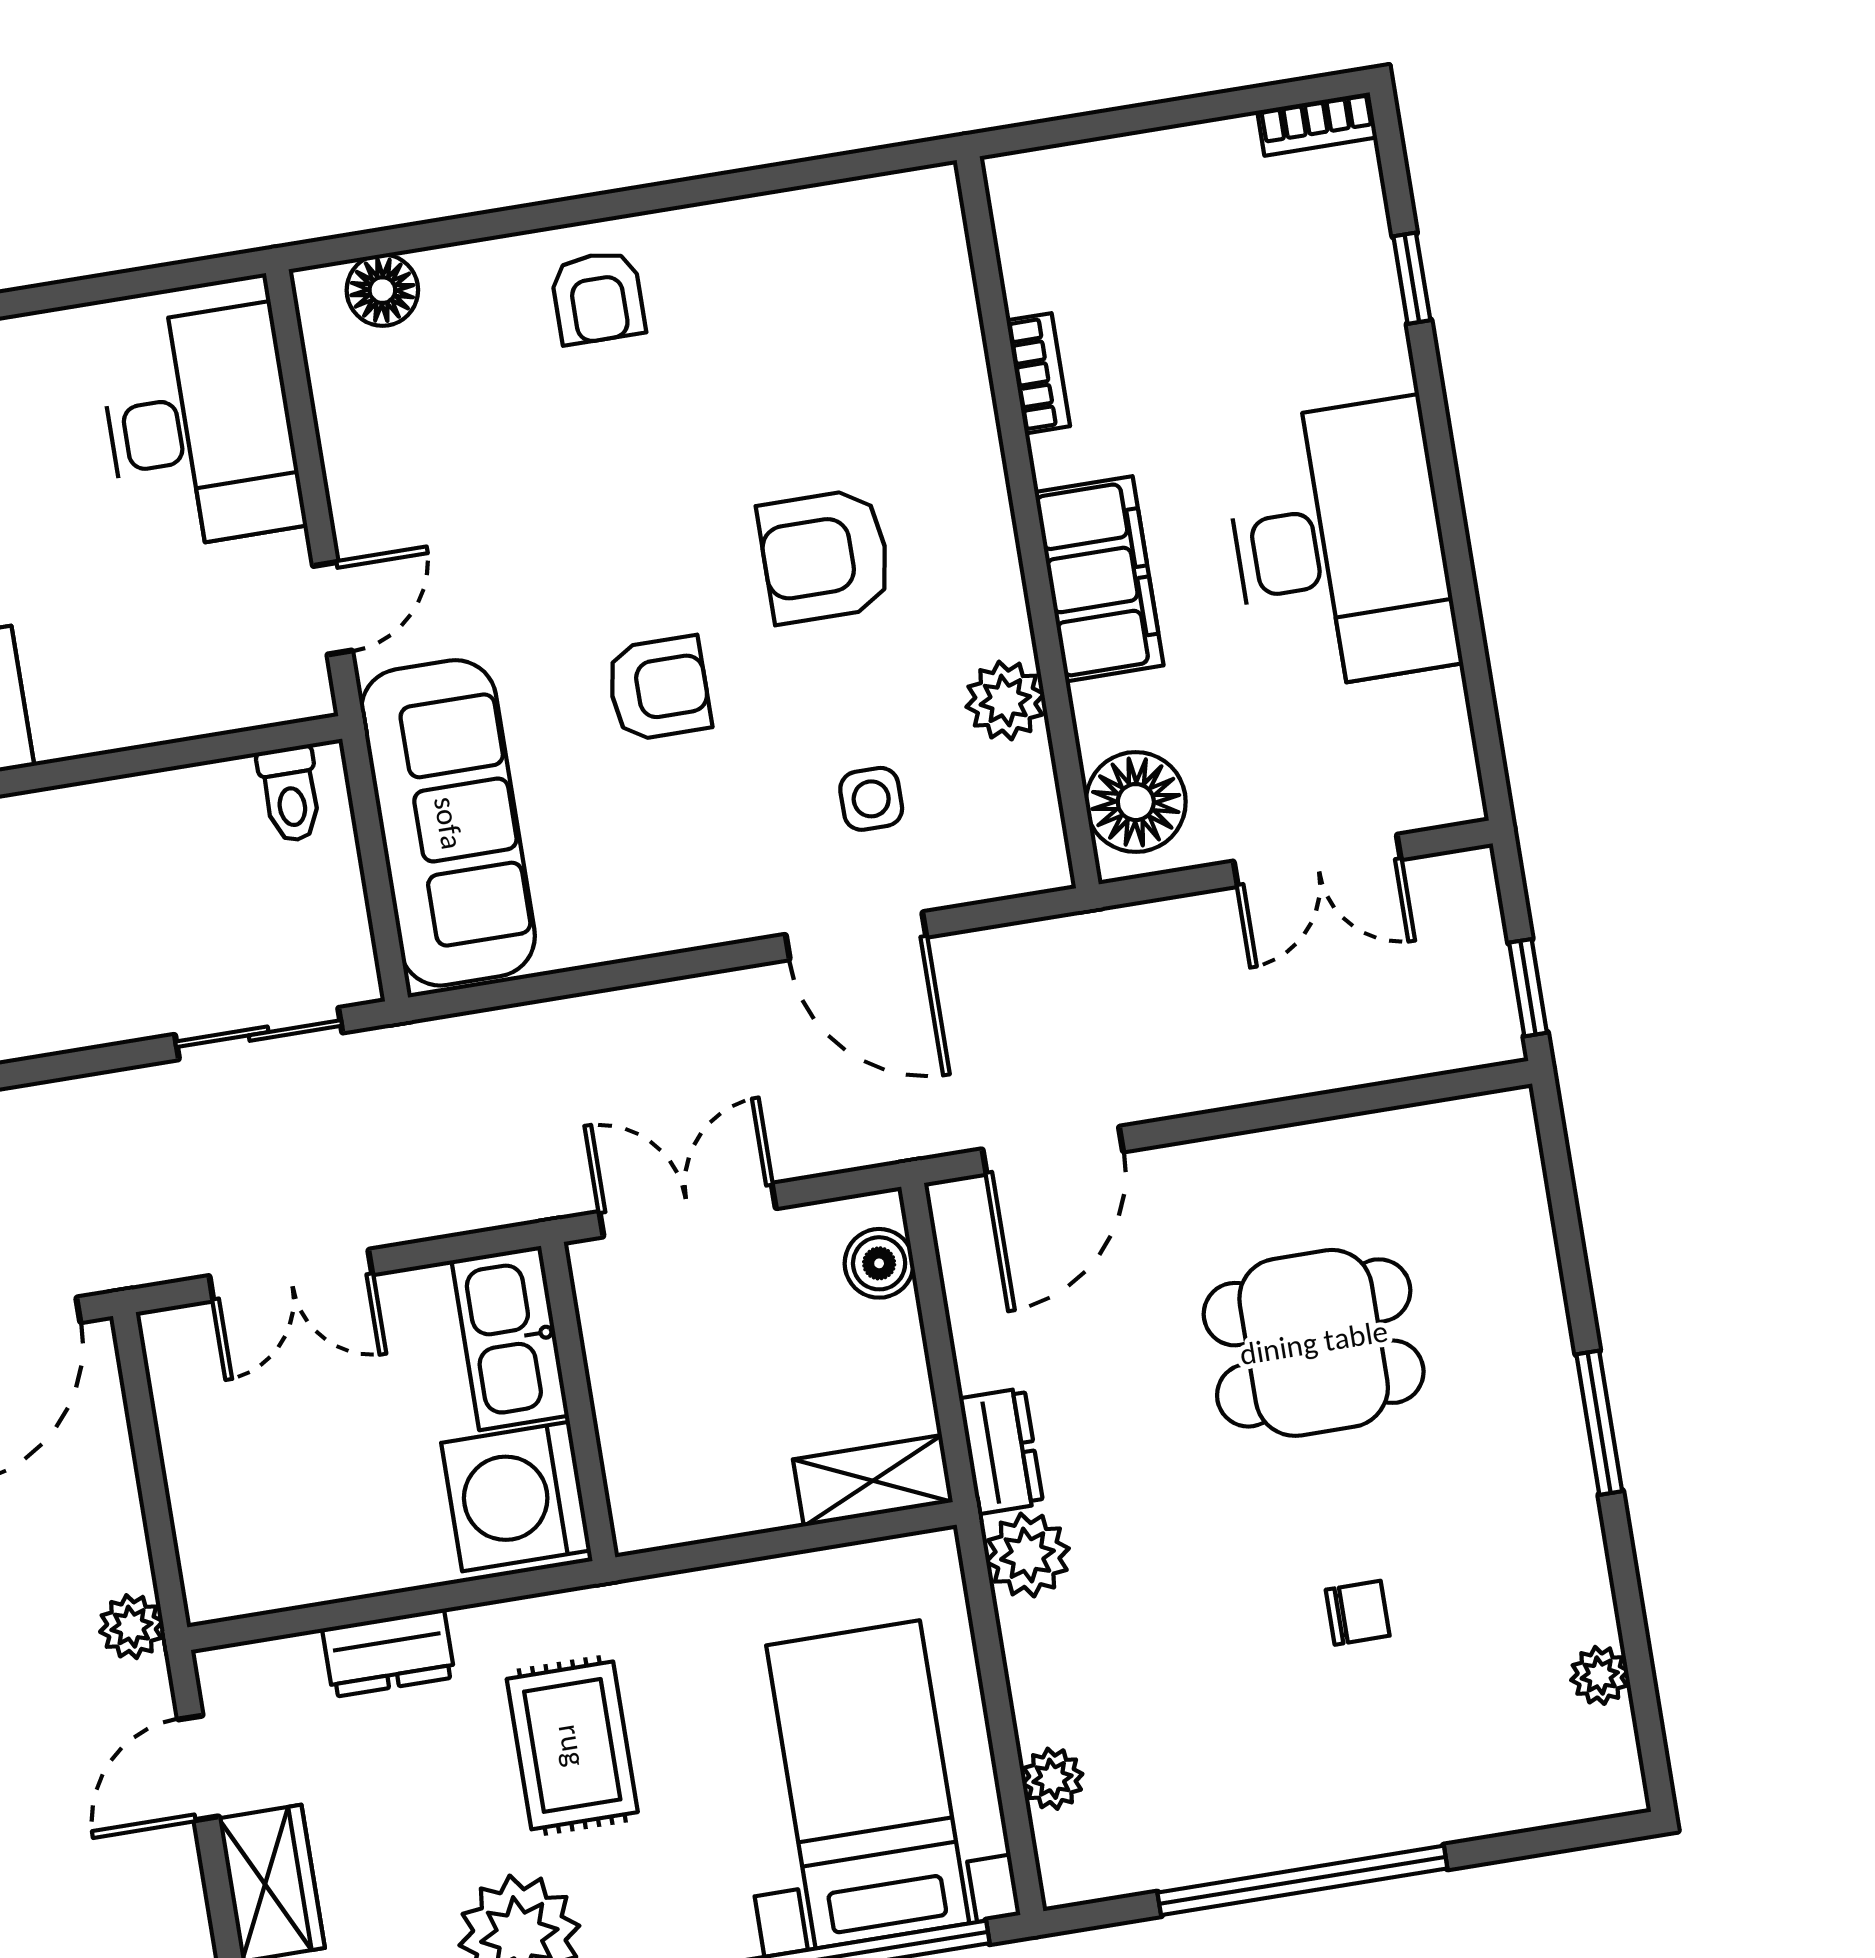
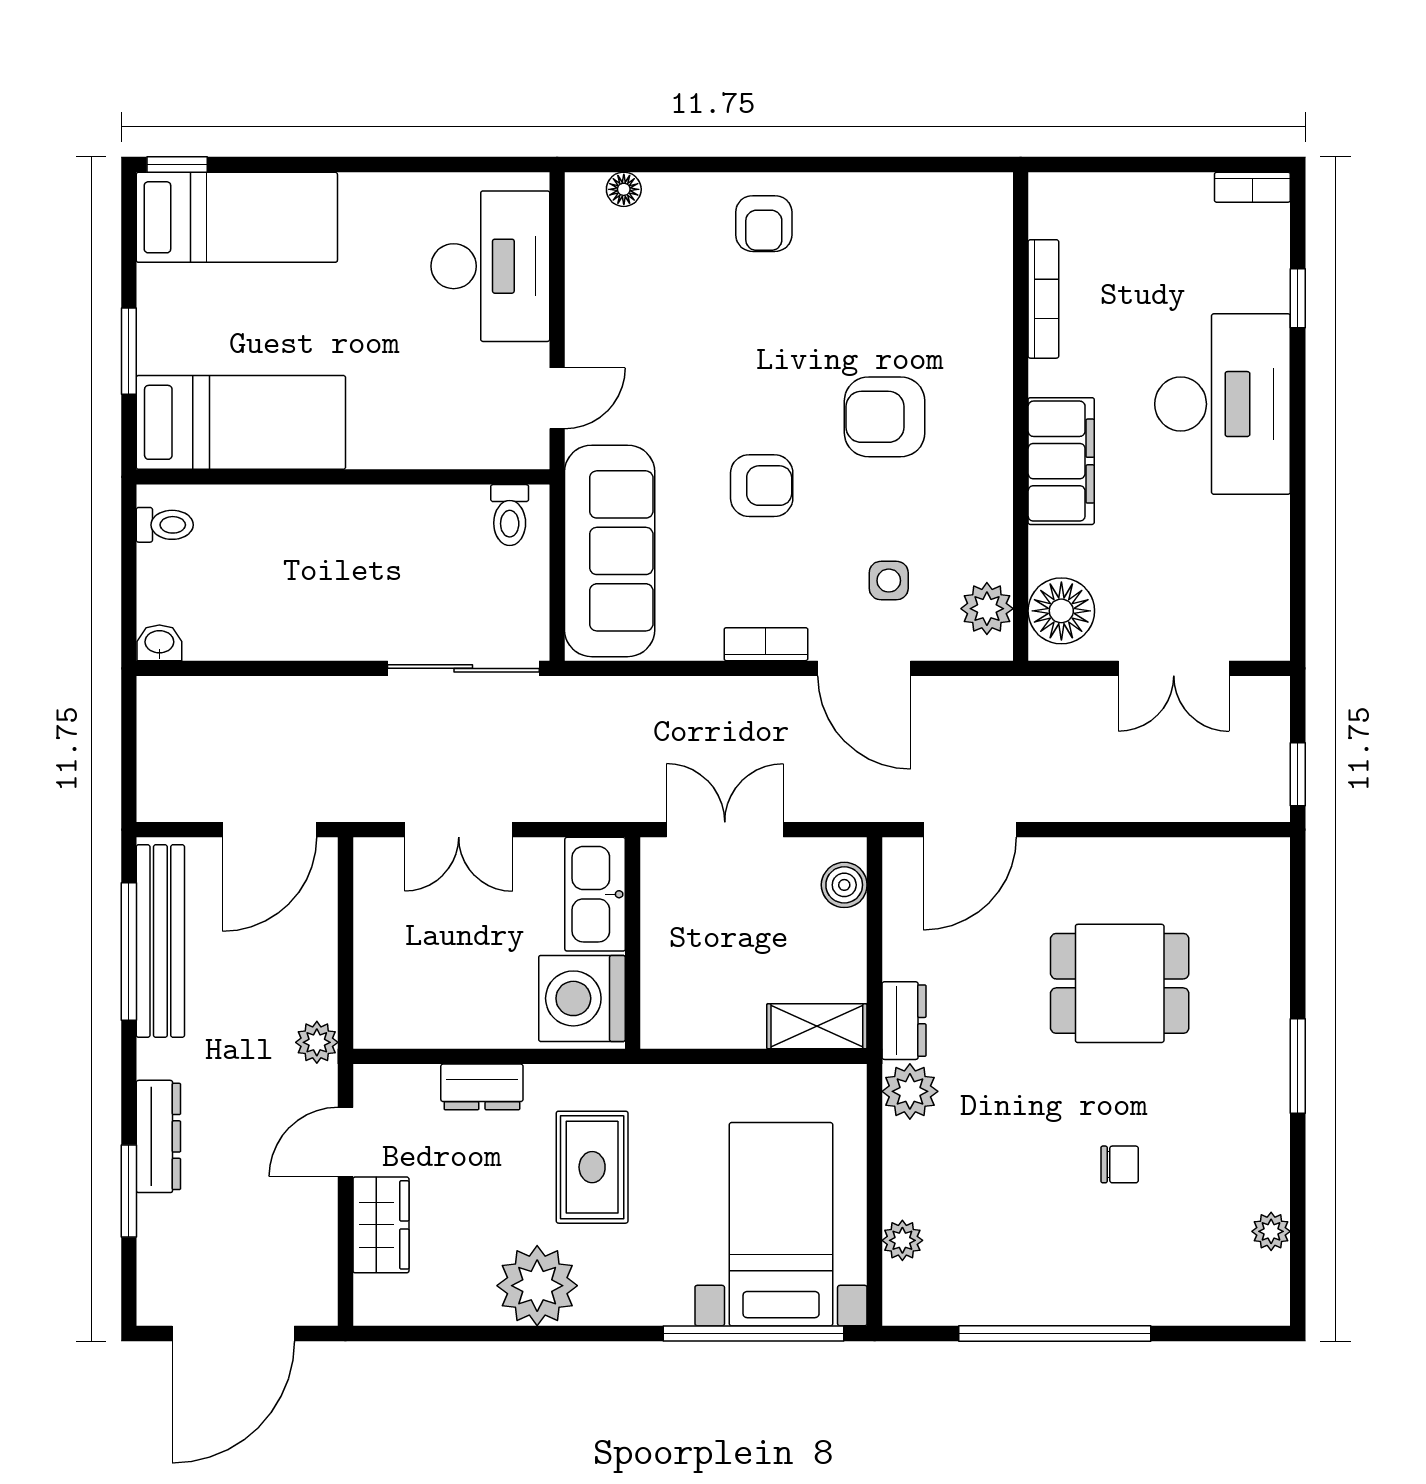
floor lamp: (382, 290) -> (624, 189), width x0.73, depth x0.73
bookcase: (1038, 373) -> (1043, 299), width x1.56
desk: (1340, 545) -> (1223, 404), moved
plant: (1005, 701) -> (987, 609), moved
bookcase: (704, 924) -> (766, 644), added
sliding door: (259, 1034) -> (463, 668), width x1.37

